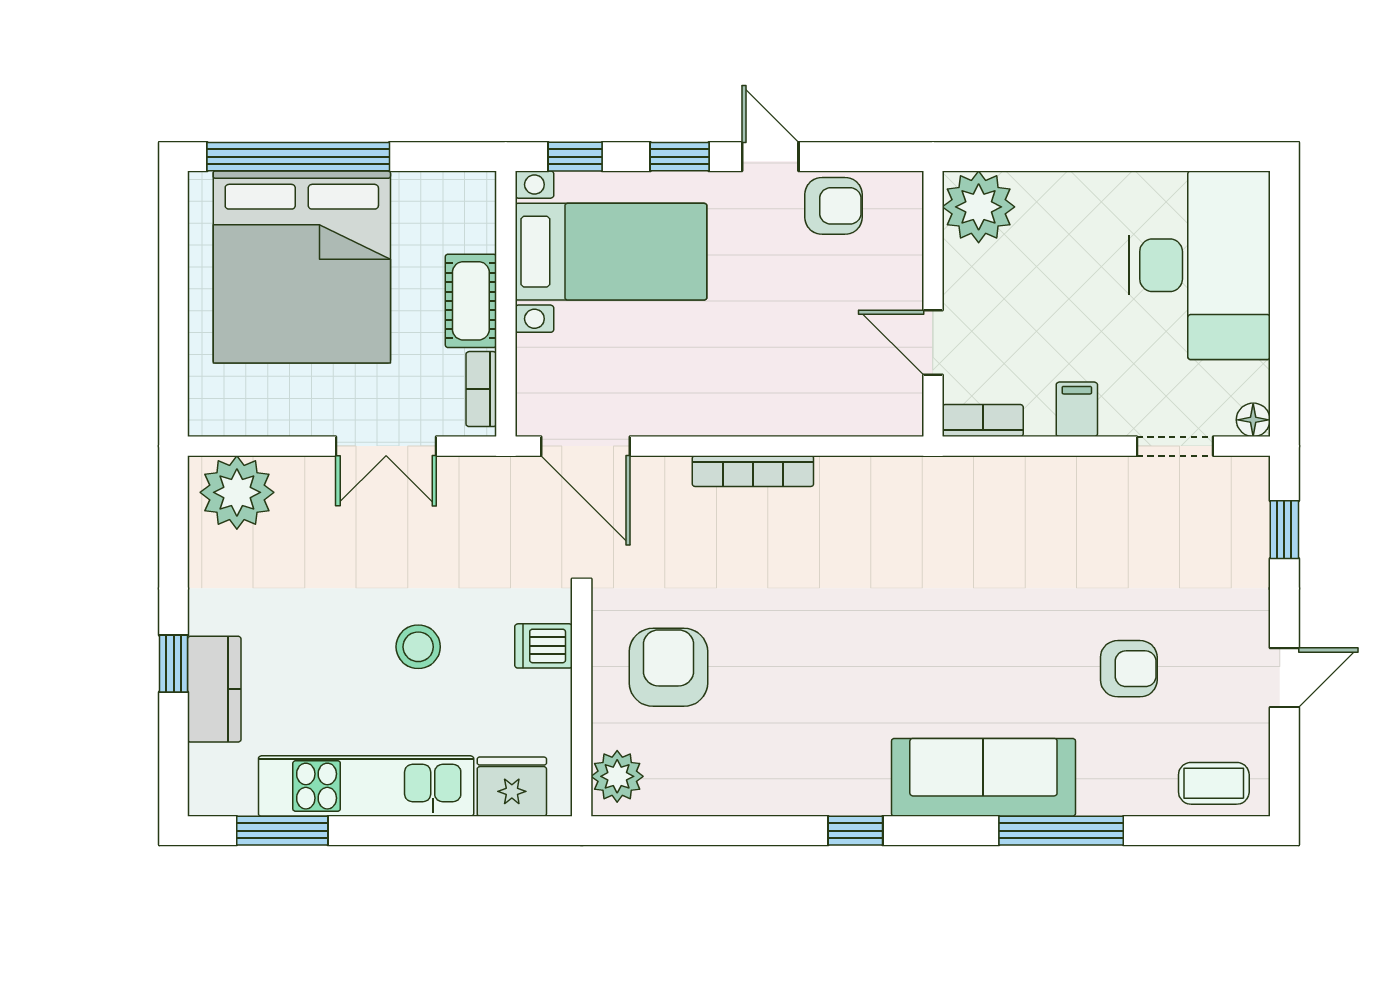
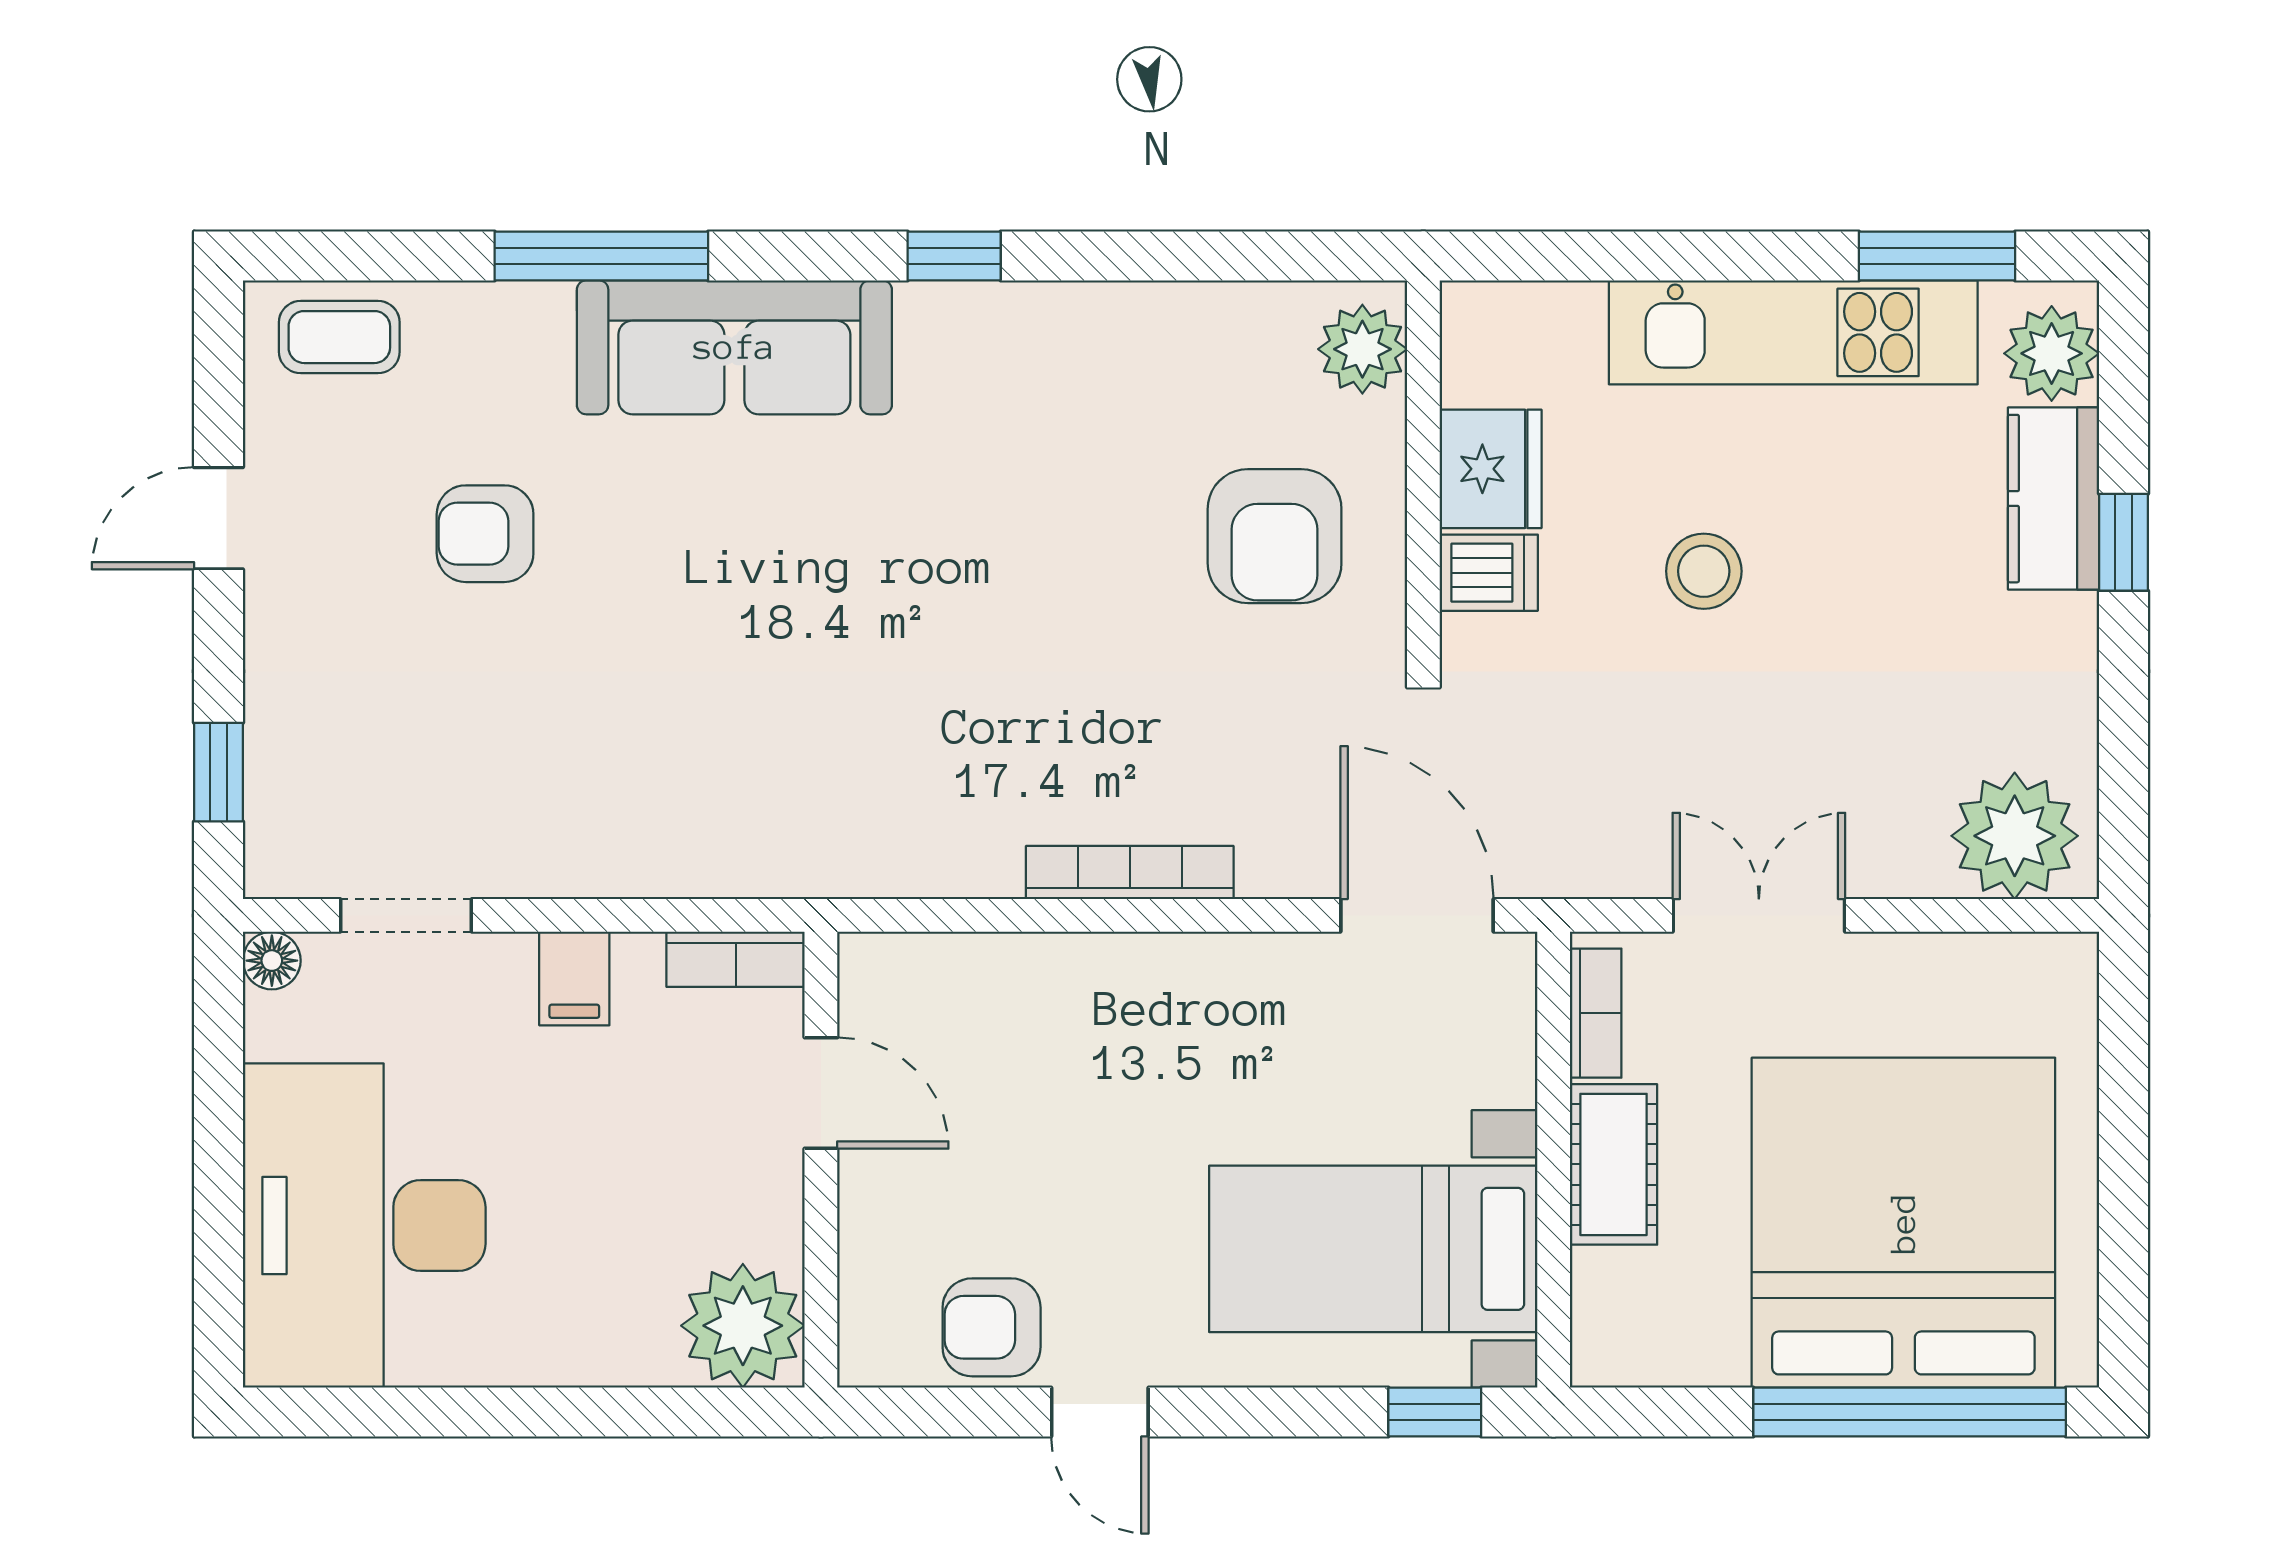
window: (680, 157) -> (1255, 1412), removed
plant: (215, 774) -> (2052, 353), added
fridge: (512, 787) -> (1491, 469), moved, turned -90

